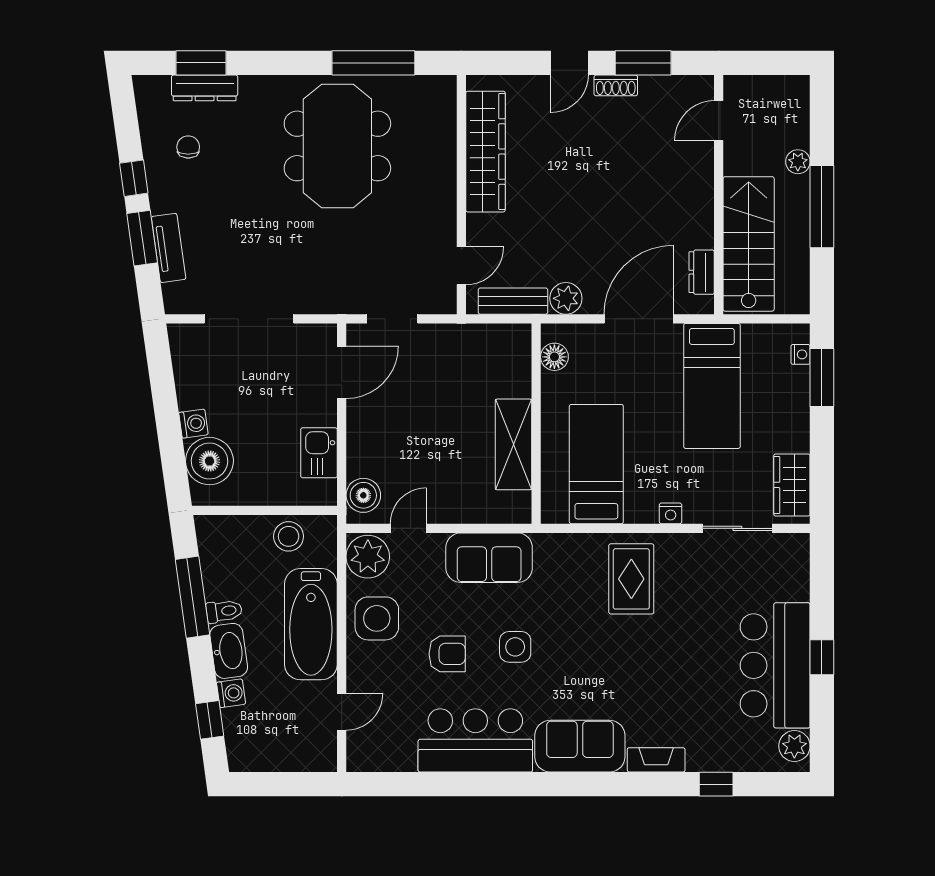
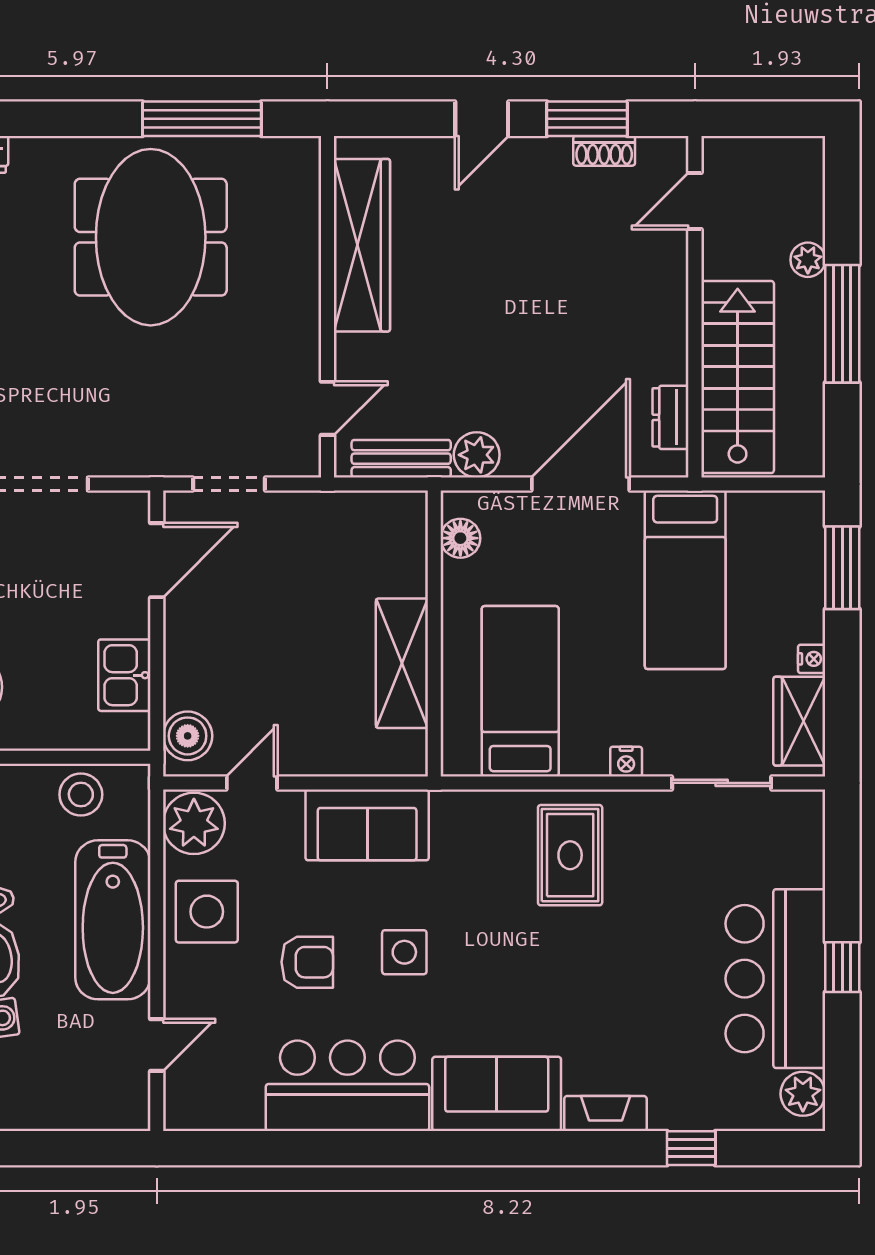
shoe rack: (616, 85) -> (604, 151), moved
nightstand: (801, 354) -> (812, 659), moved

